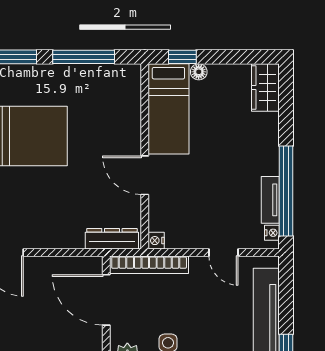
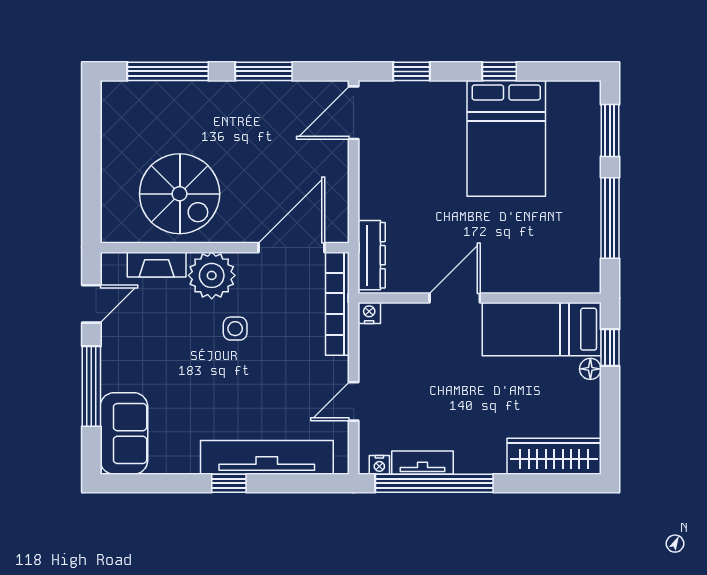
wardrobe: (265, 88) -> (554, 456), width x1.50

